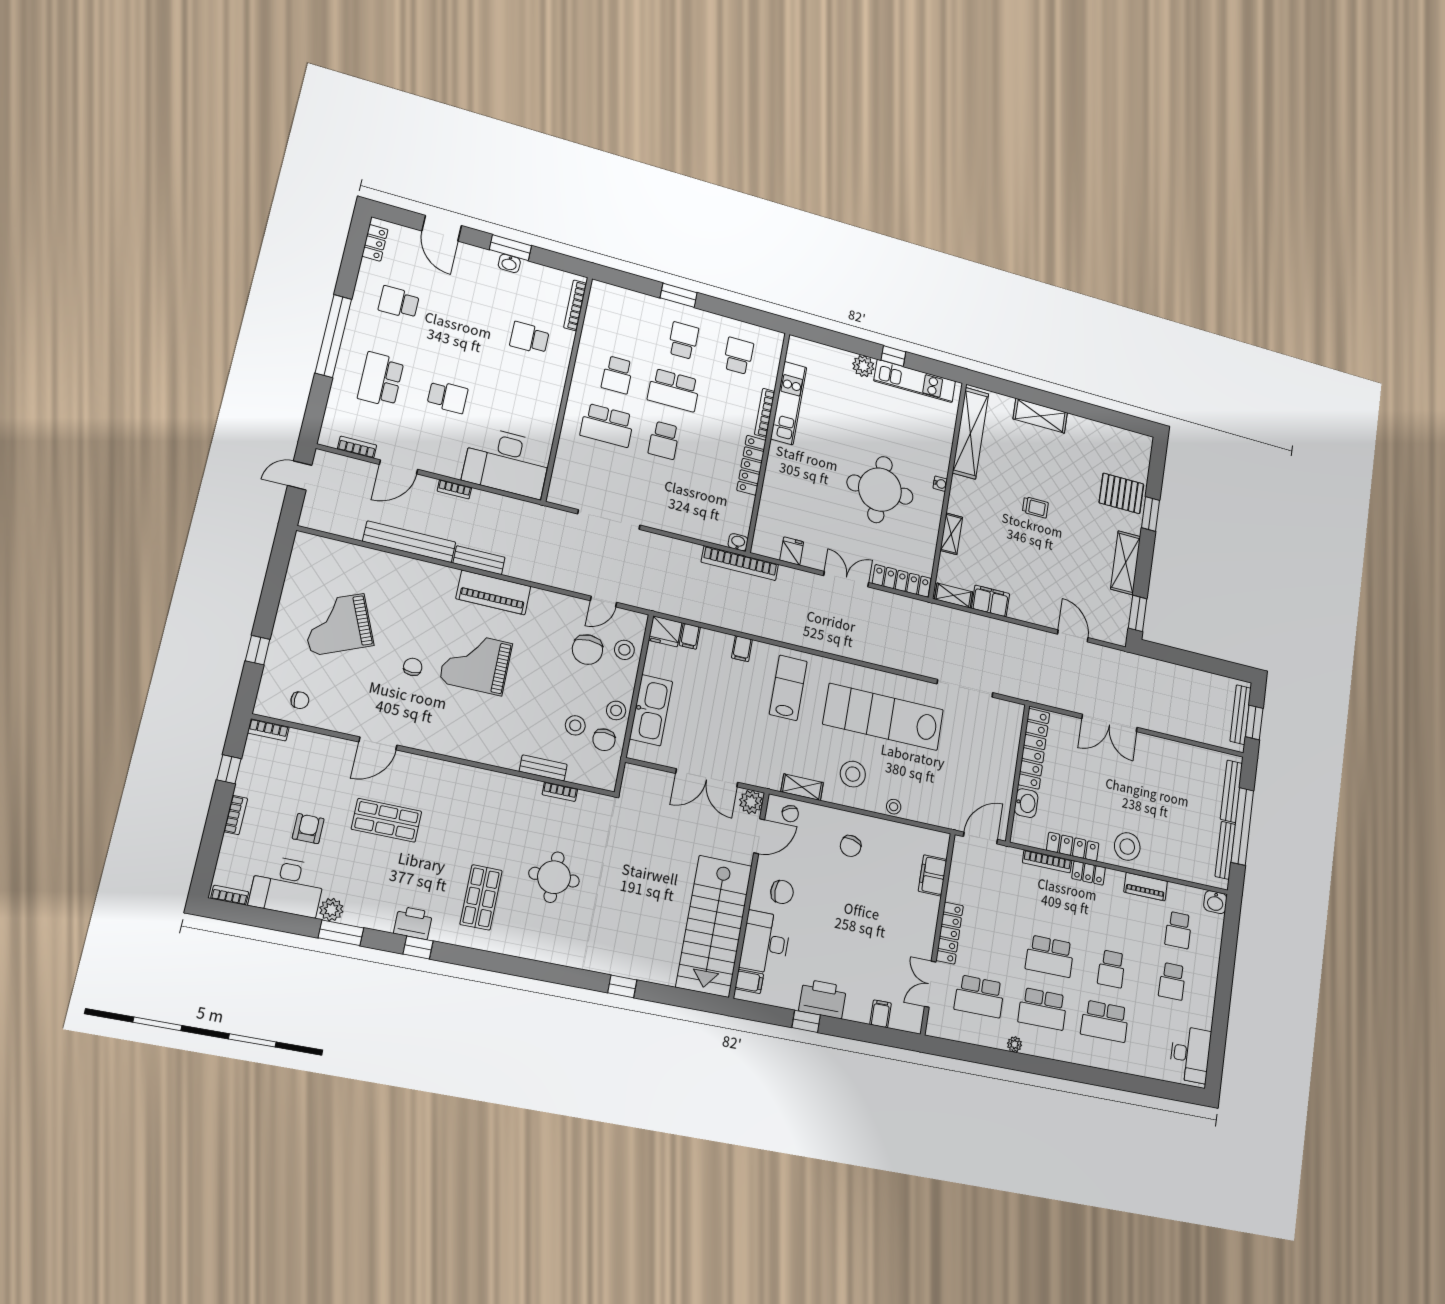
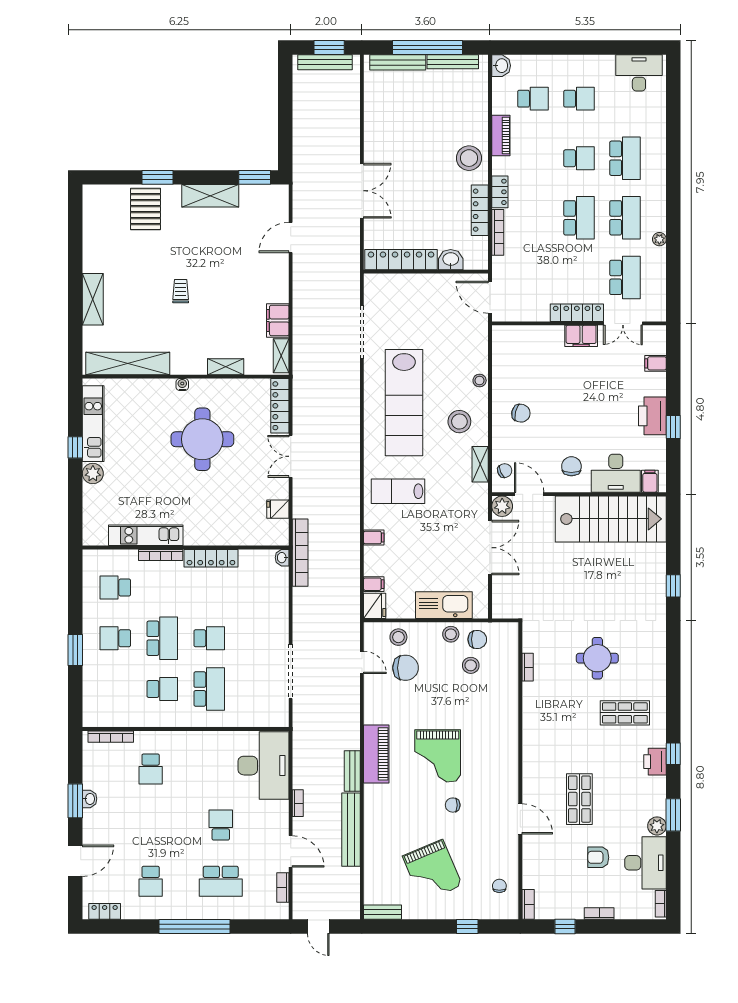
bench: (543, 768) -> (382, 912), moved, turned 90
filing cabinet: (933, 875) -> (581, 336), moved

